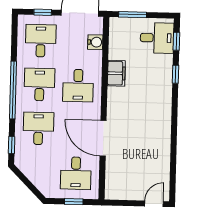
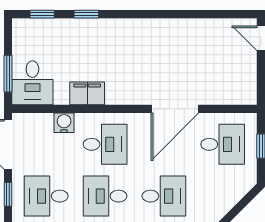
desk: (157, 38) -> (32, 83), moved, turned 180
water cooler: (95, 42) -> (64, 123), moved
desk: (38, 128) -> (164, 196), turned 180

